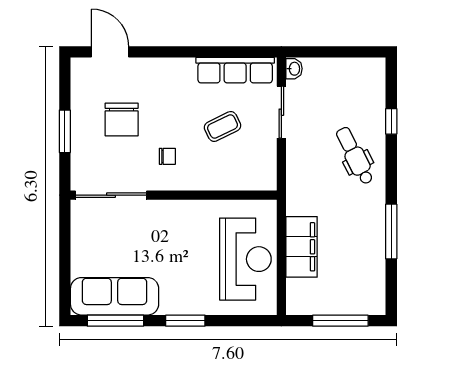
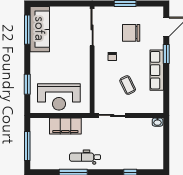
window: (163, 52) -> (166, 54), added
row of seats: (235, 70) -> (157, 70), moved
sliding door: (281, 112) -> (112, 115), moved
dental chair: (355, 156) -> (85, 157), moved, turned -153
window: (185, 321) -> (27, 84), moved

